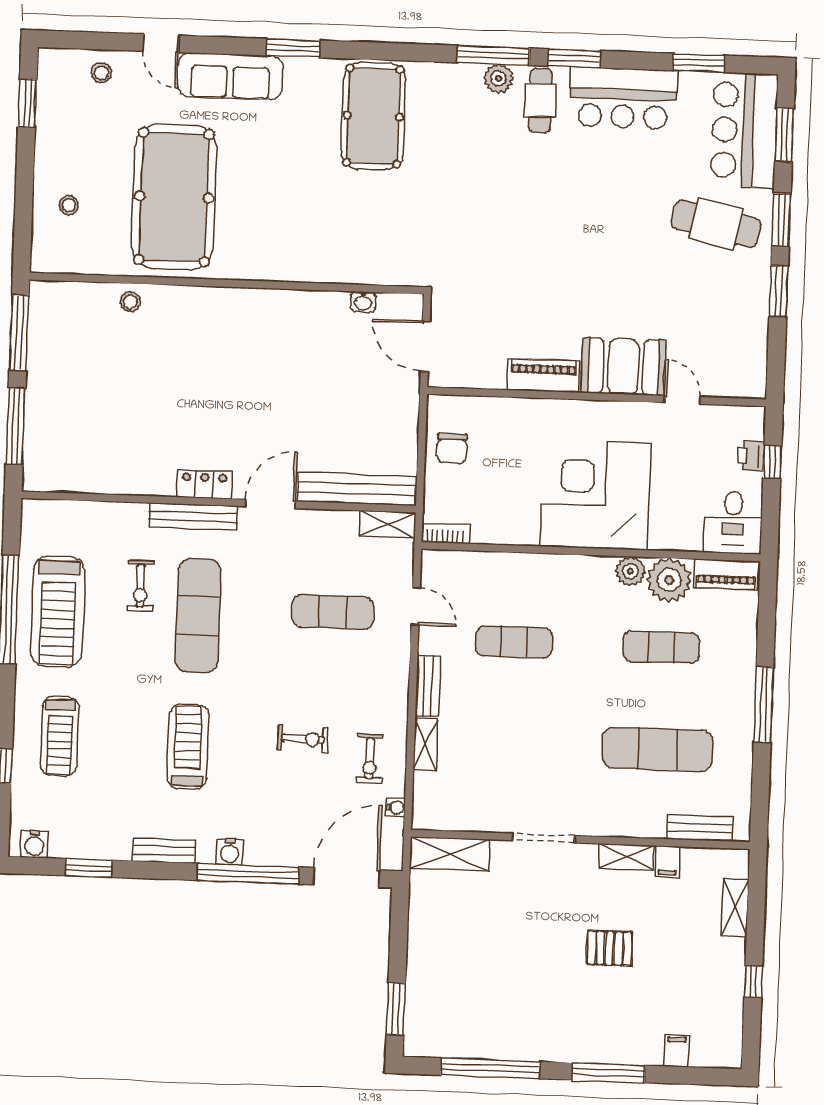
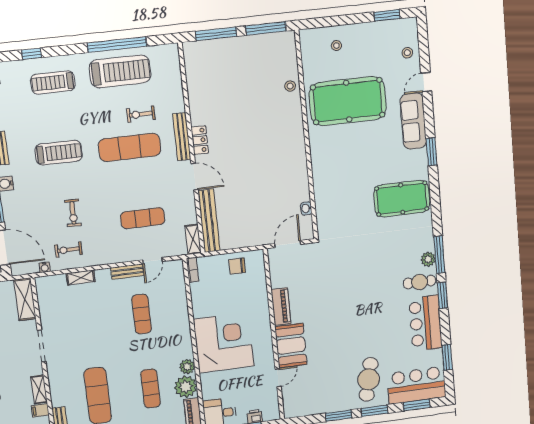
treadmill: (58, 611) -> (120, 71), turned 180
exercise mat: (333, 612) -> (143, 218), turned 90
bench: (428, 686) -> (127, 272), moved

